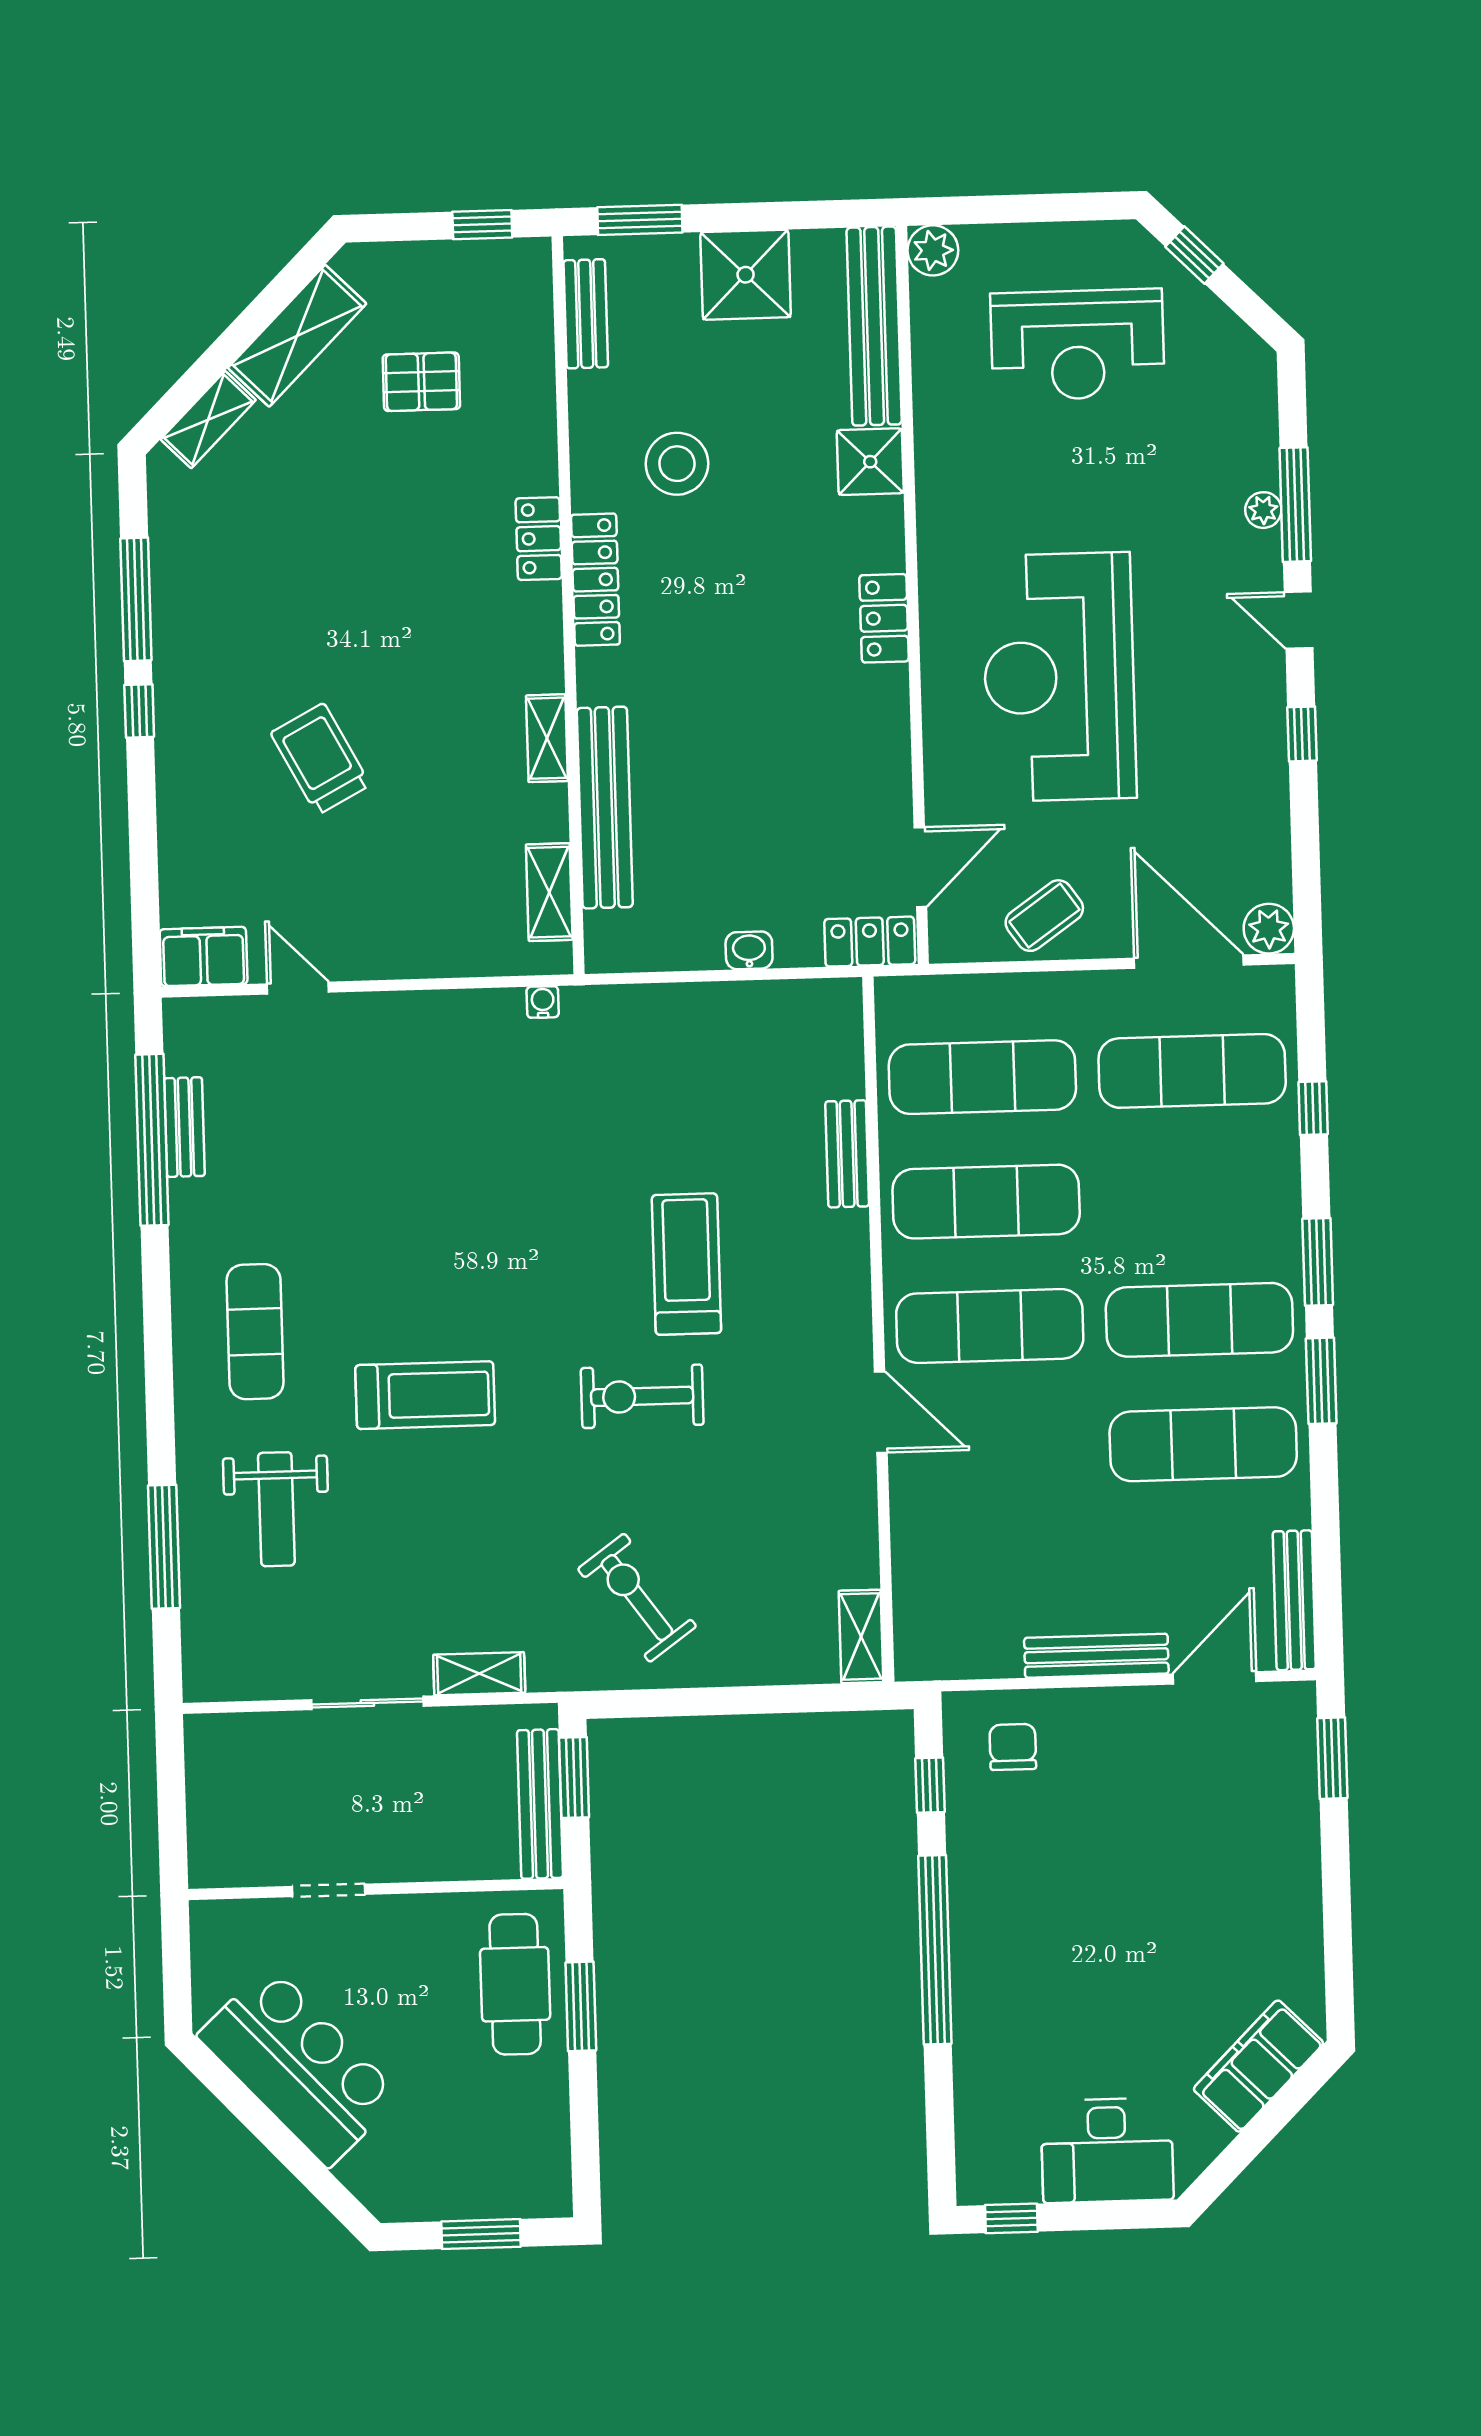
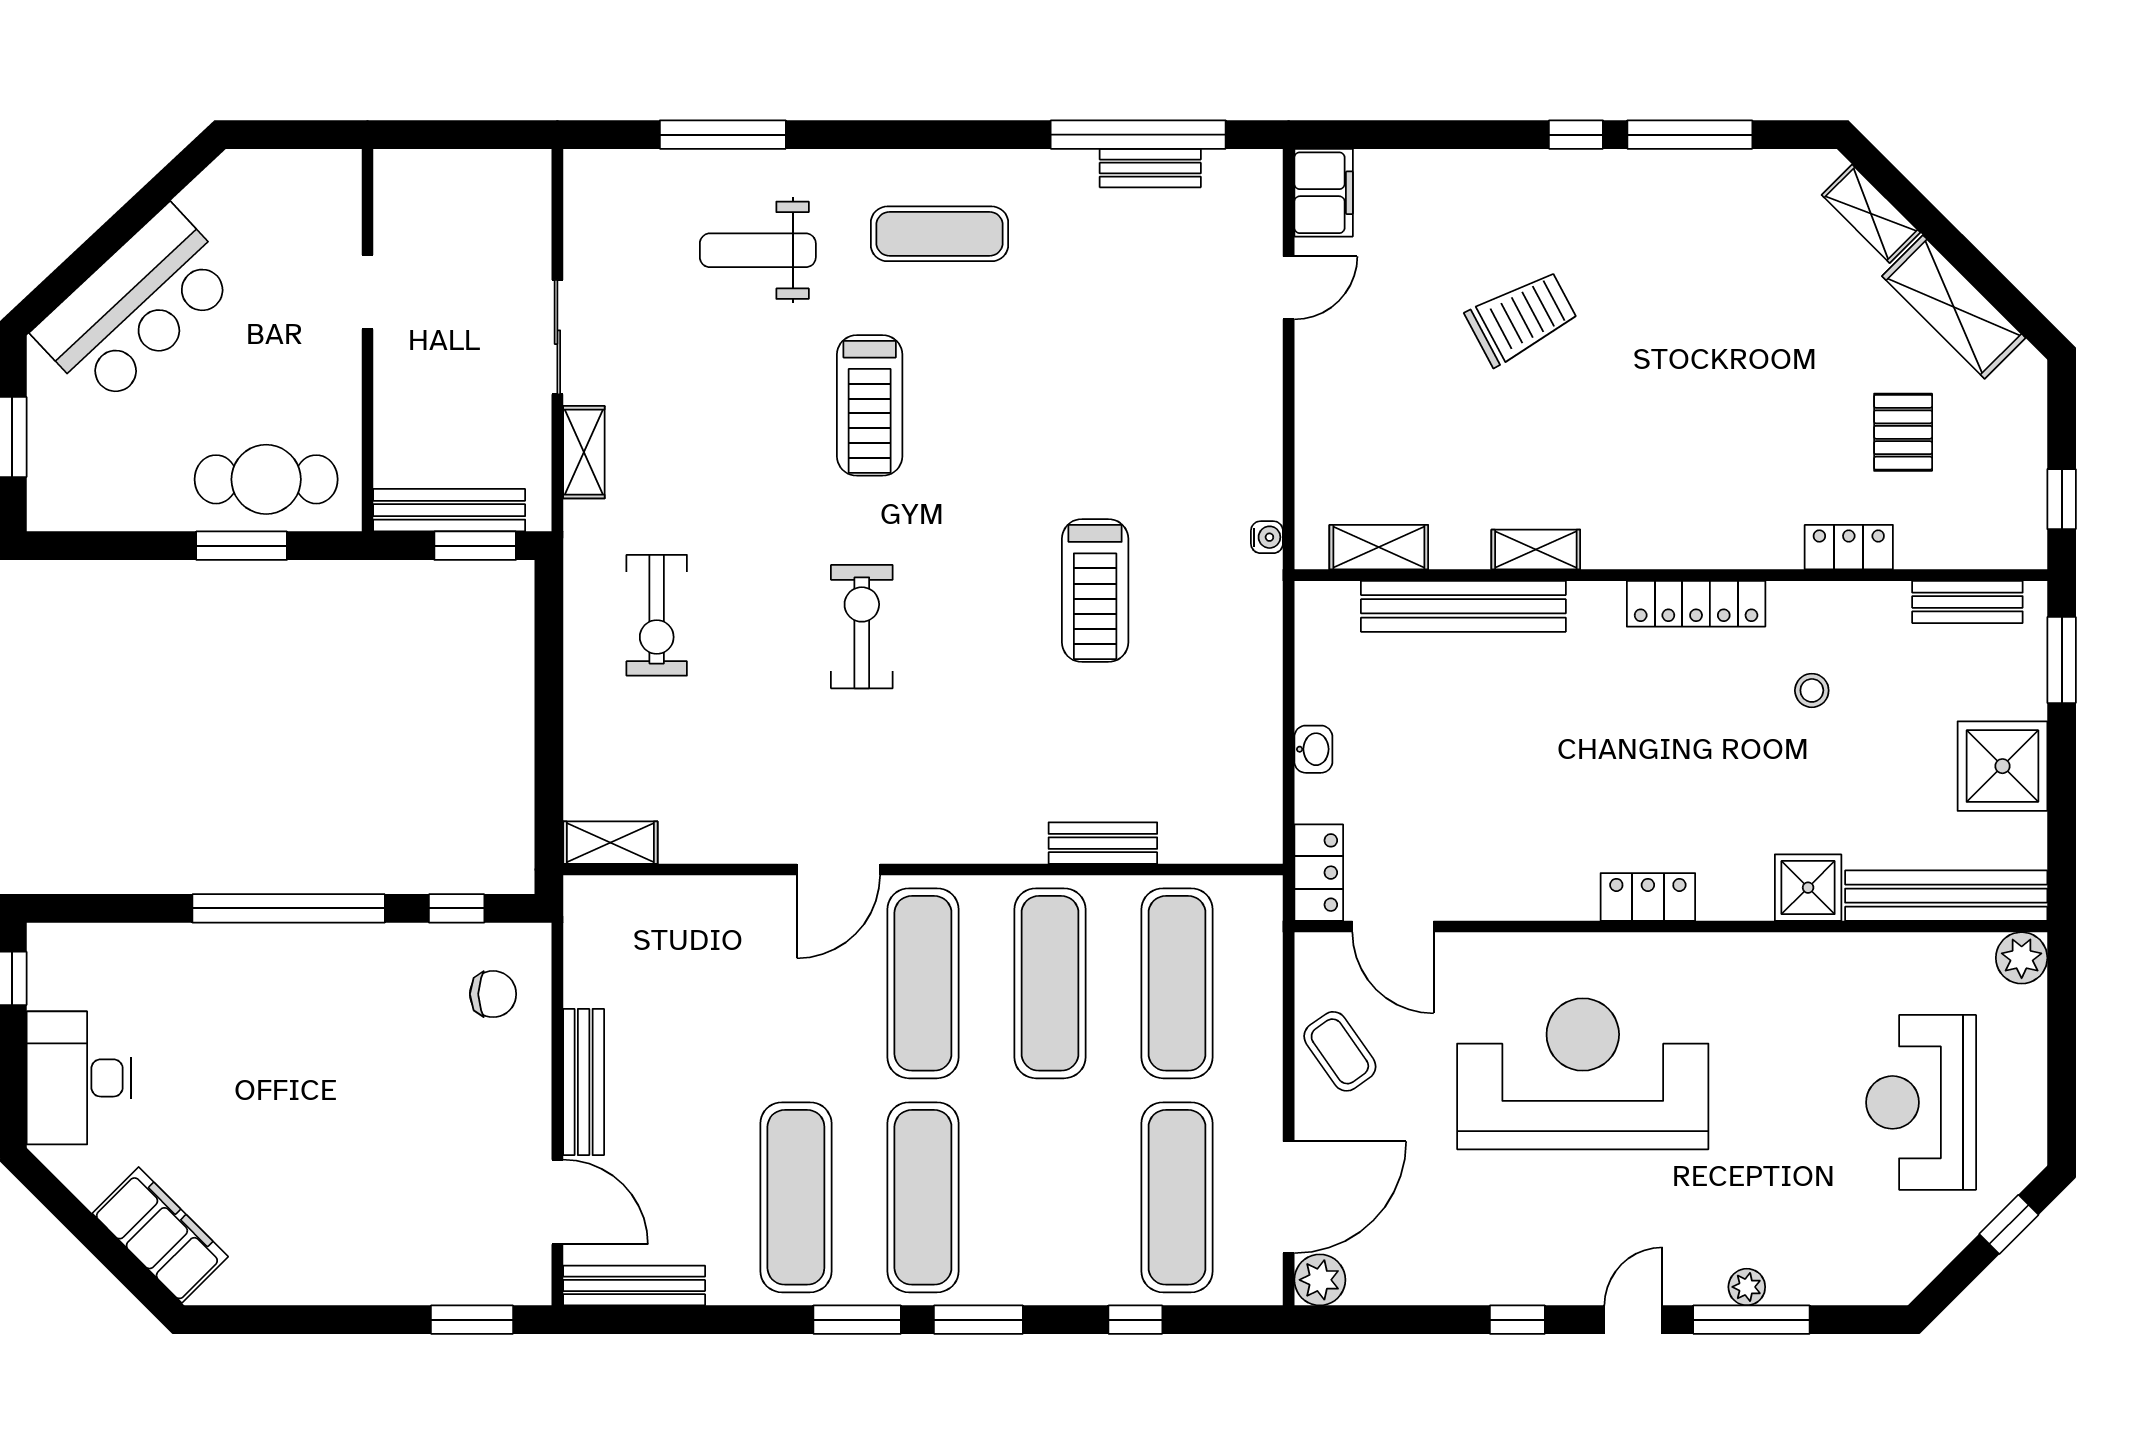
stool: (677, 464) -> (1812, 690), width x0.53, depth x0.53
locker: (539, 539) -> (1849, 547), moved
treadmill: (686, 1264) -> (1095, 590), moved, turned 90
exercise bike: (637, 1598) -> (657, 615), turned 126
bar counter: (299, 2066) -> (136, 306), moved

